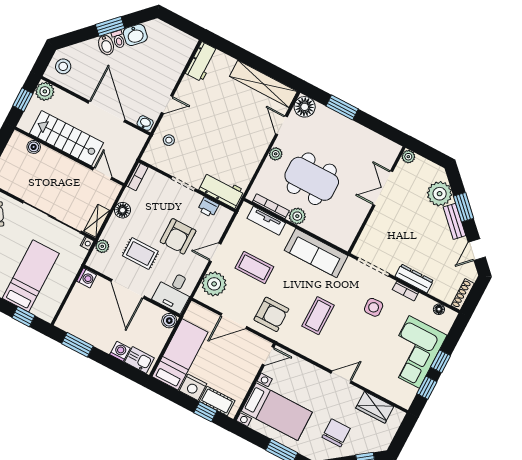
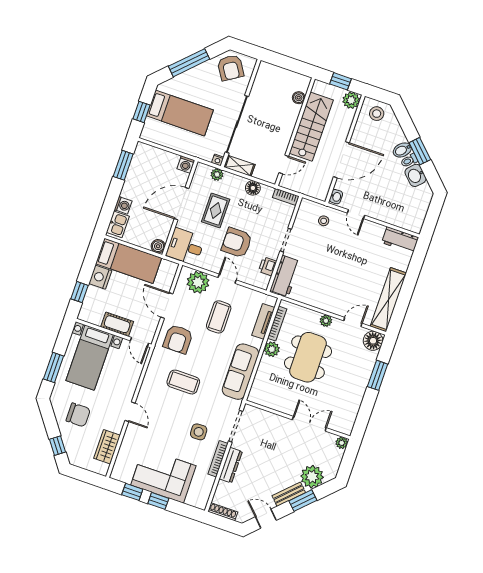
bookcase: (405, 291) -> (218, 459), width x1.56
floor lamp: (439, 309) -> (206, 492), removed
cot: (217, 401) -> (117, 324), moved, turned 90

